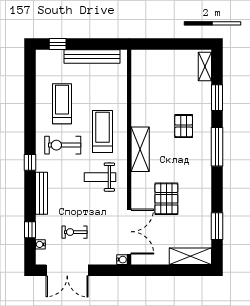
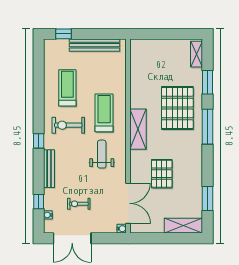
pallet: (184, 126) -> (177, 108), width x2.05, depth x2.00
weight bench: (100, 177) -> (102, 154), turned 90

